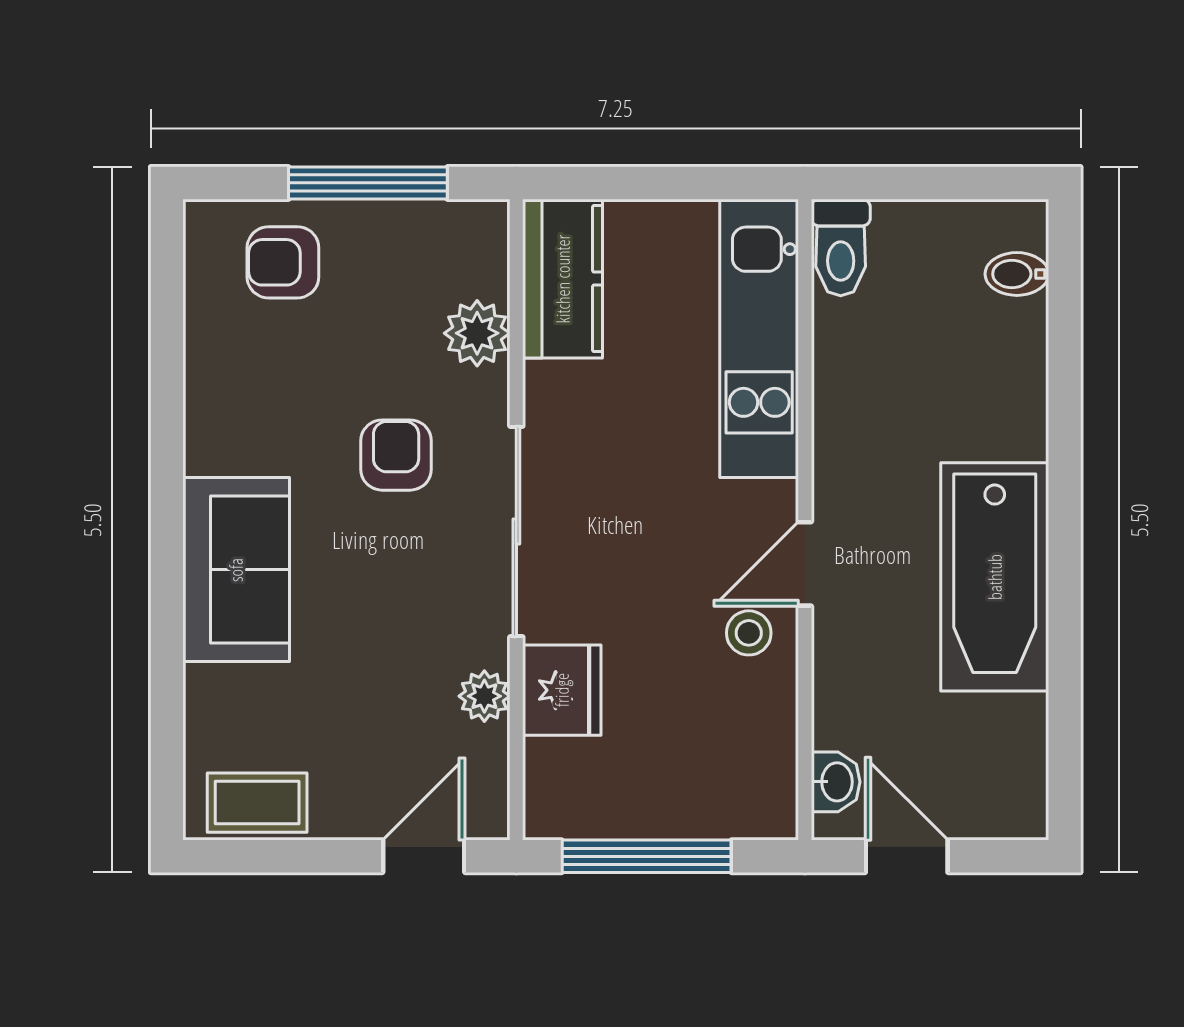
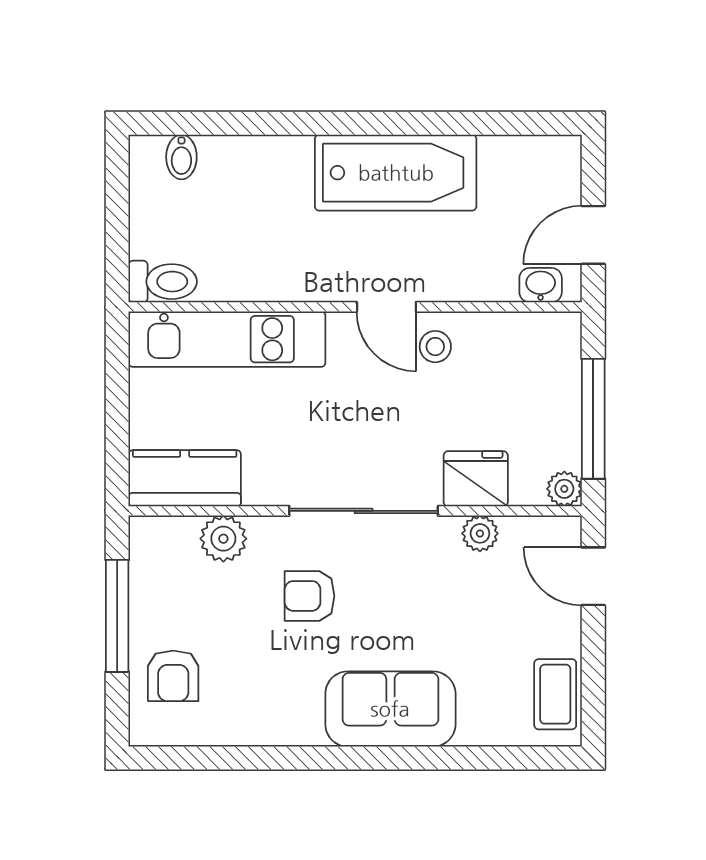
plant: (548, 815) -> (564, 489), added

